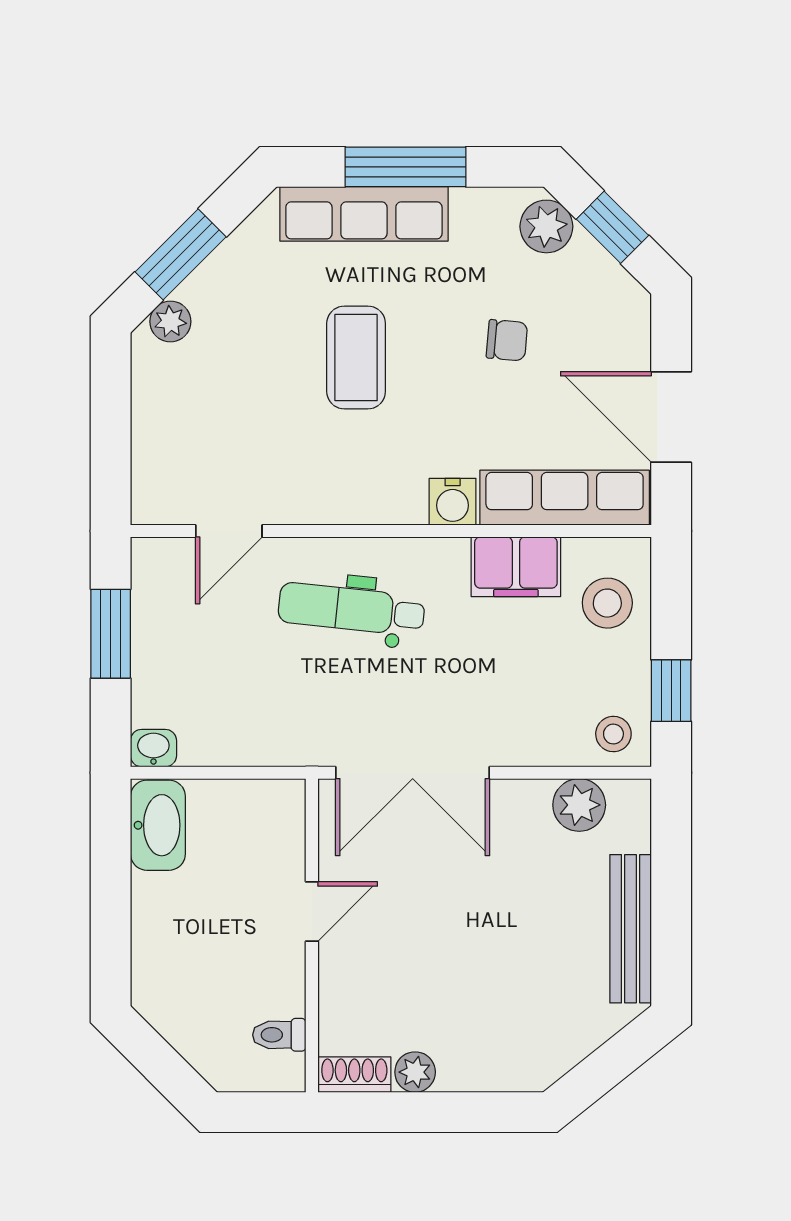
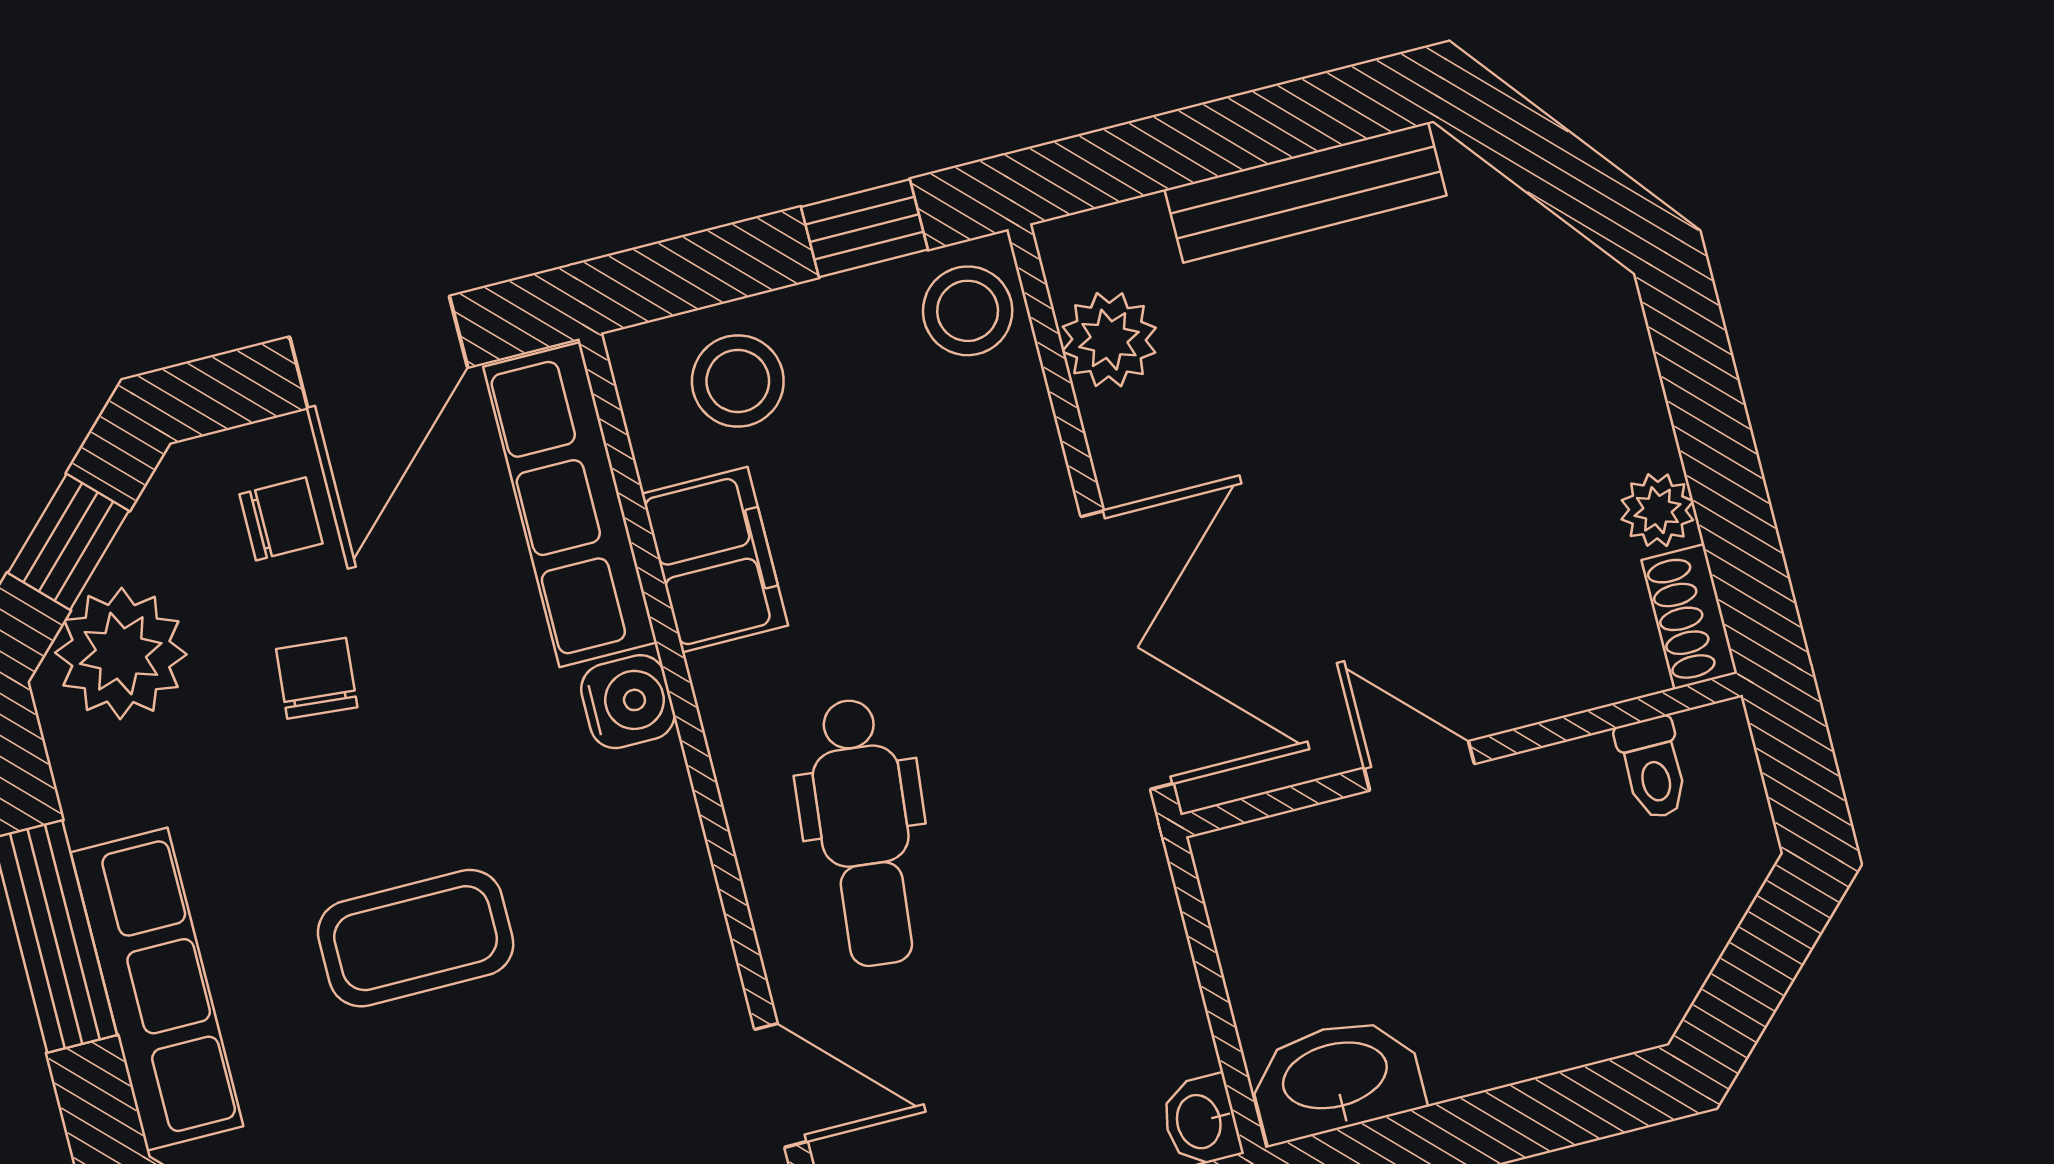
plant: (546, 226) -> (121, 653), width x1.36, depth x1.36
chair: (596, 343) -> (281, 519), added
stool: (613, 734) -> (968, 311), width x1.37, depth x1.37

